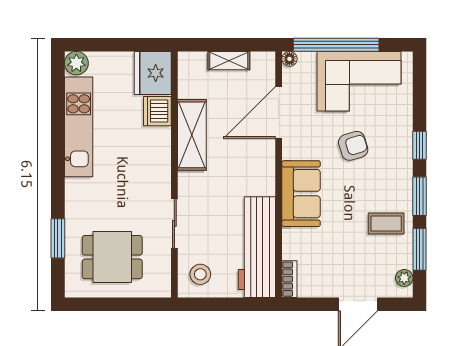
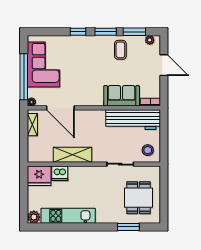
shelving: (229, 61) -> (32, 125), moved
armchair: (353, 146) -> (78, 68), removed
sofa: (301, 194) -> (122, 96), moved

